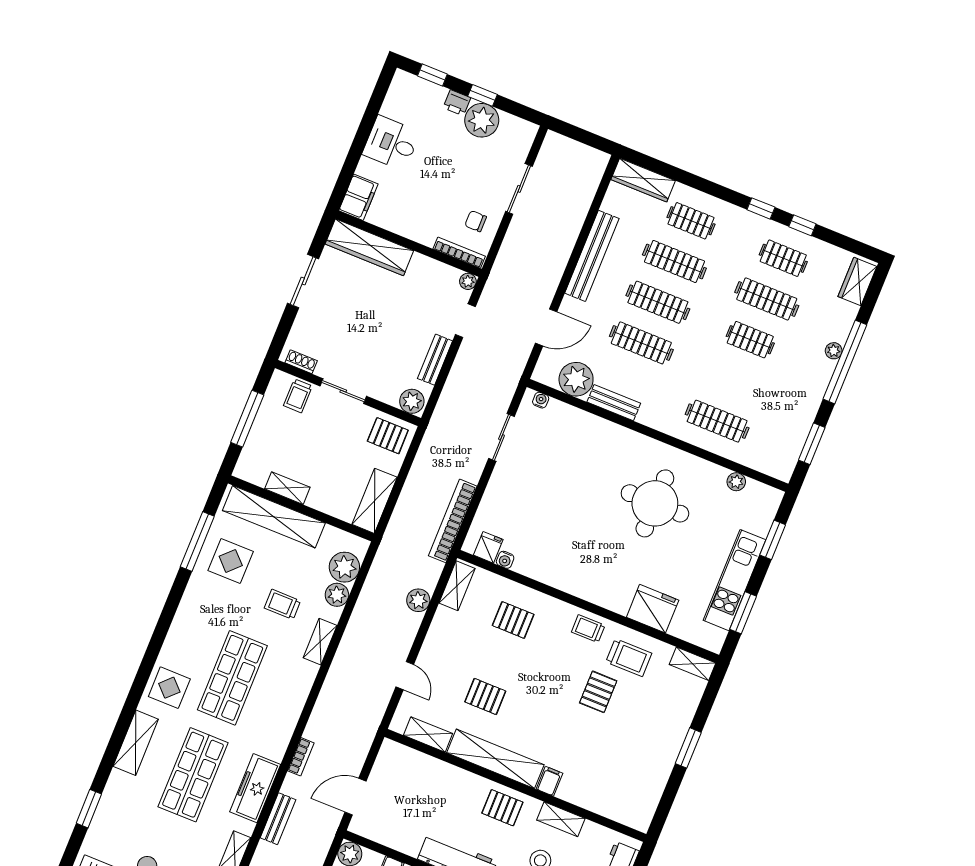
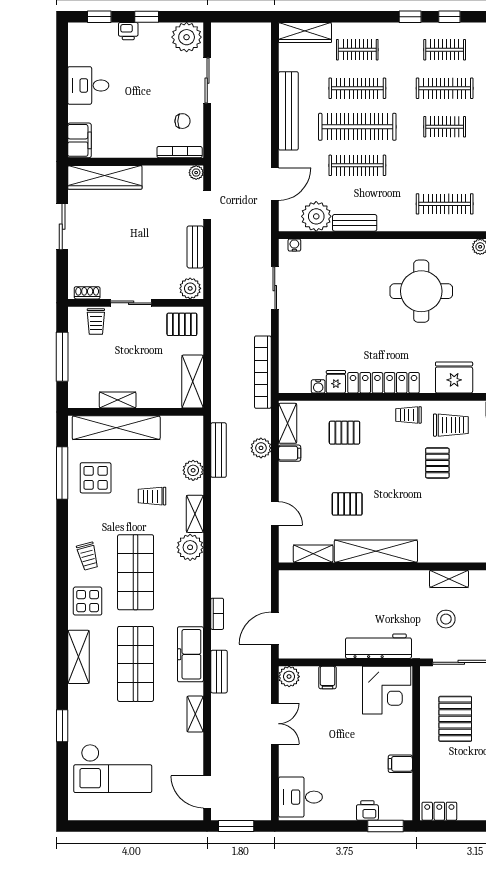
plant: (482, 120) -> (187, 37), moved
chair: (476, 221) -> (183, 121), turned 180
clothes rail: (658, 302) -> (357, 127), width x1.37, depth x1.31
fridge: (488, 547) -> (336, 382), moved
plant: (344, 567) -> (190, 547), moved
bench: (372, 584) -> (219, 450), added
locker: (576, 584) -> (384, 383), added
trolley: (189, 640) -> (88, 556), added
filing cabinet: (549, 781) -> (290, 453), moved, turned 90
pallet: (502, 808) -> (398, 589), removed

